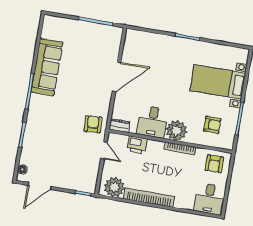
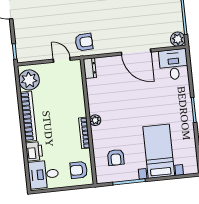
plant: (115, 33) -> (178, 39), added
desk: (152, 122) -> (174, 64), moved, turned 90
plant: (176, 131) -> (95, 120), width x0.53, depth x0.53
printer: (137, 145) -> (34, 151), moved, turned 180
door: (104, 150) -> (62, 60), swing flipped

